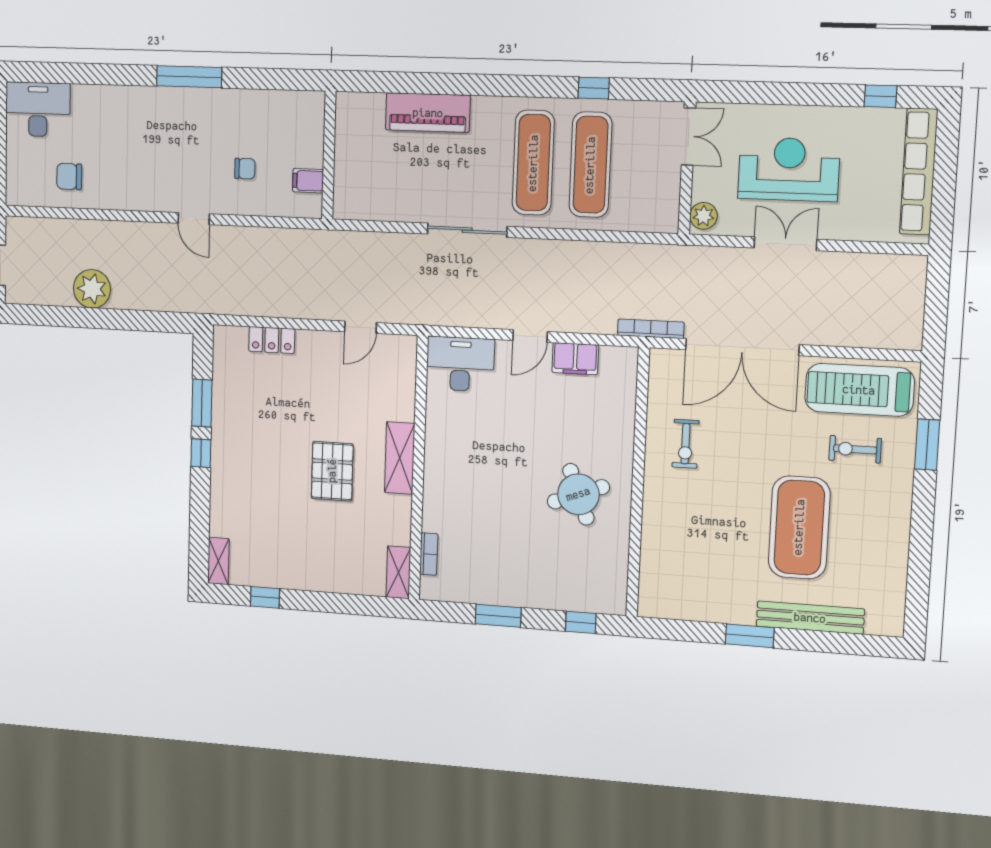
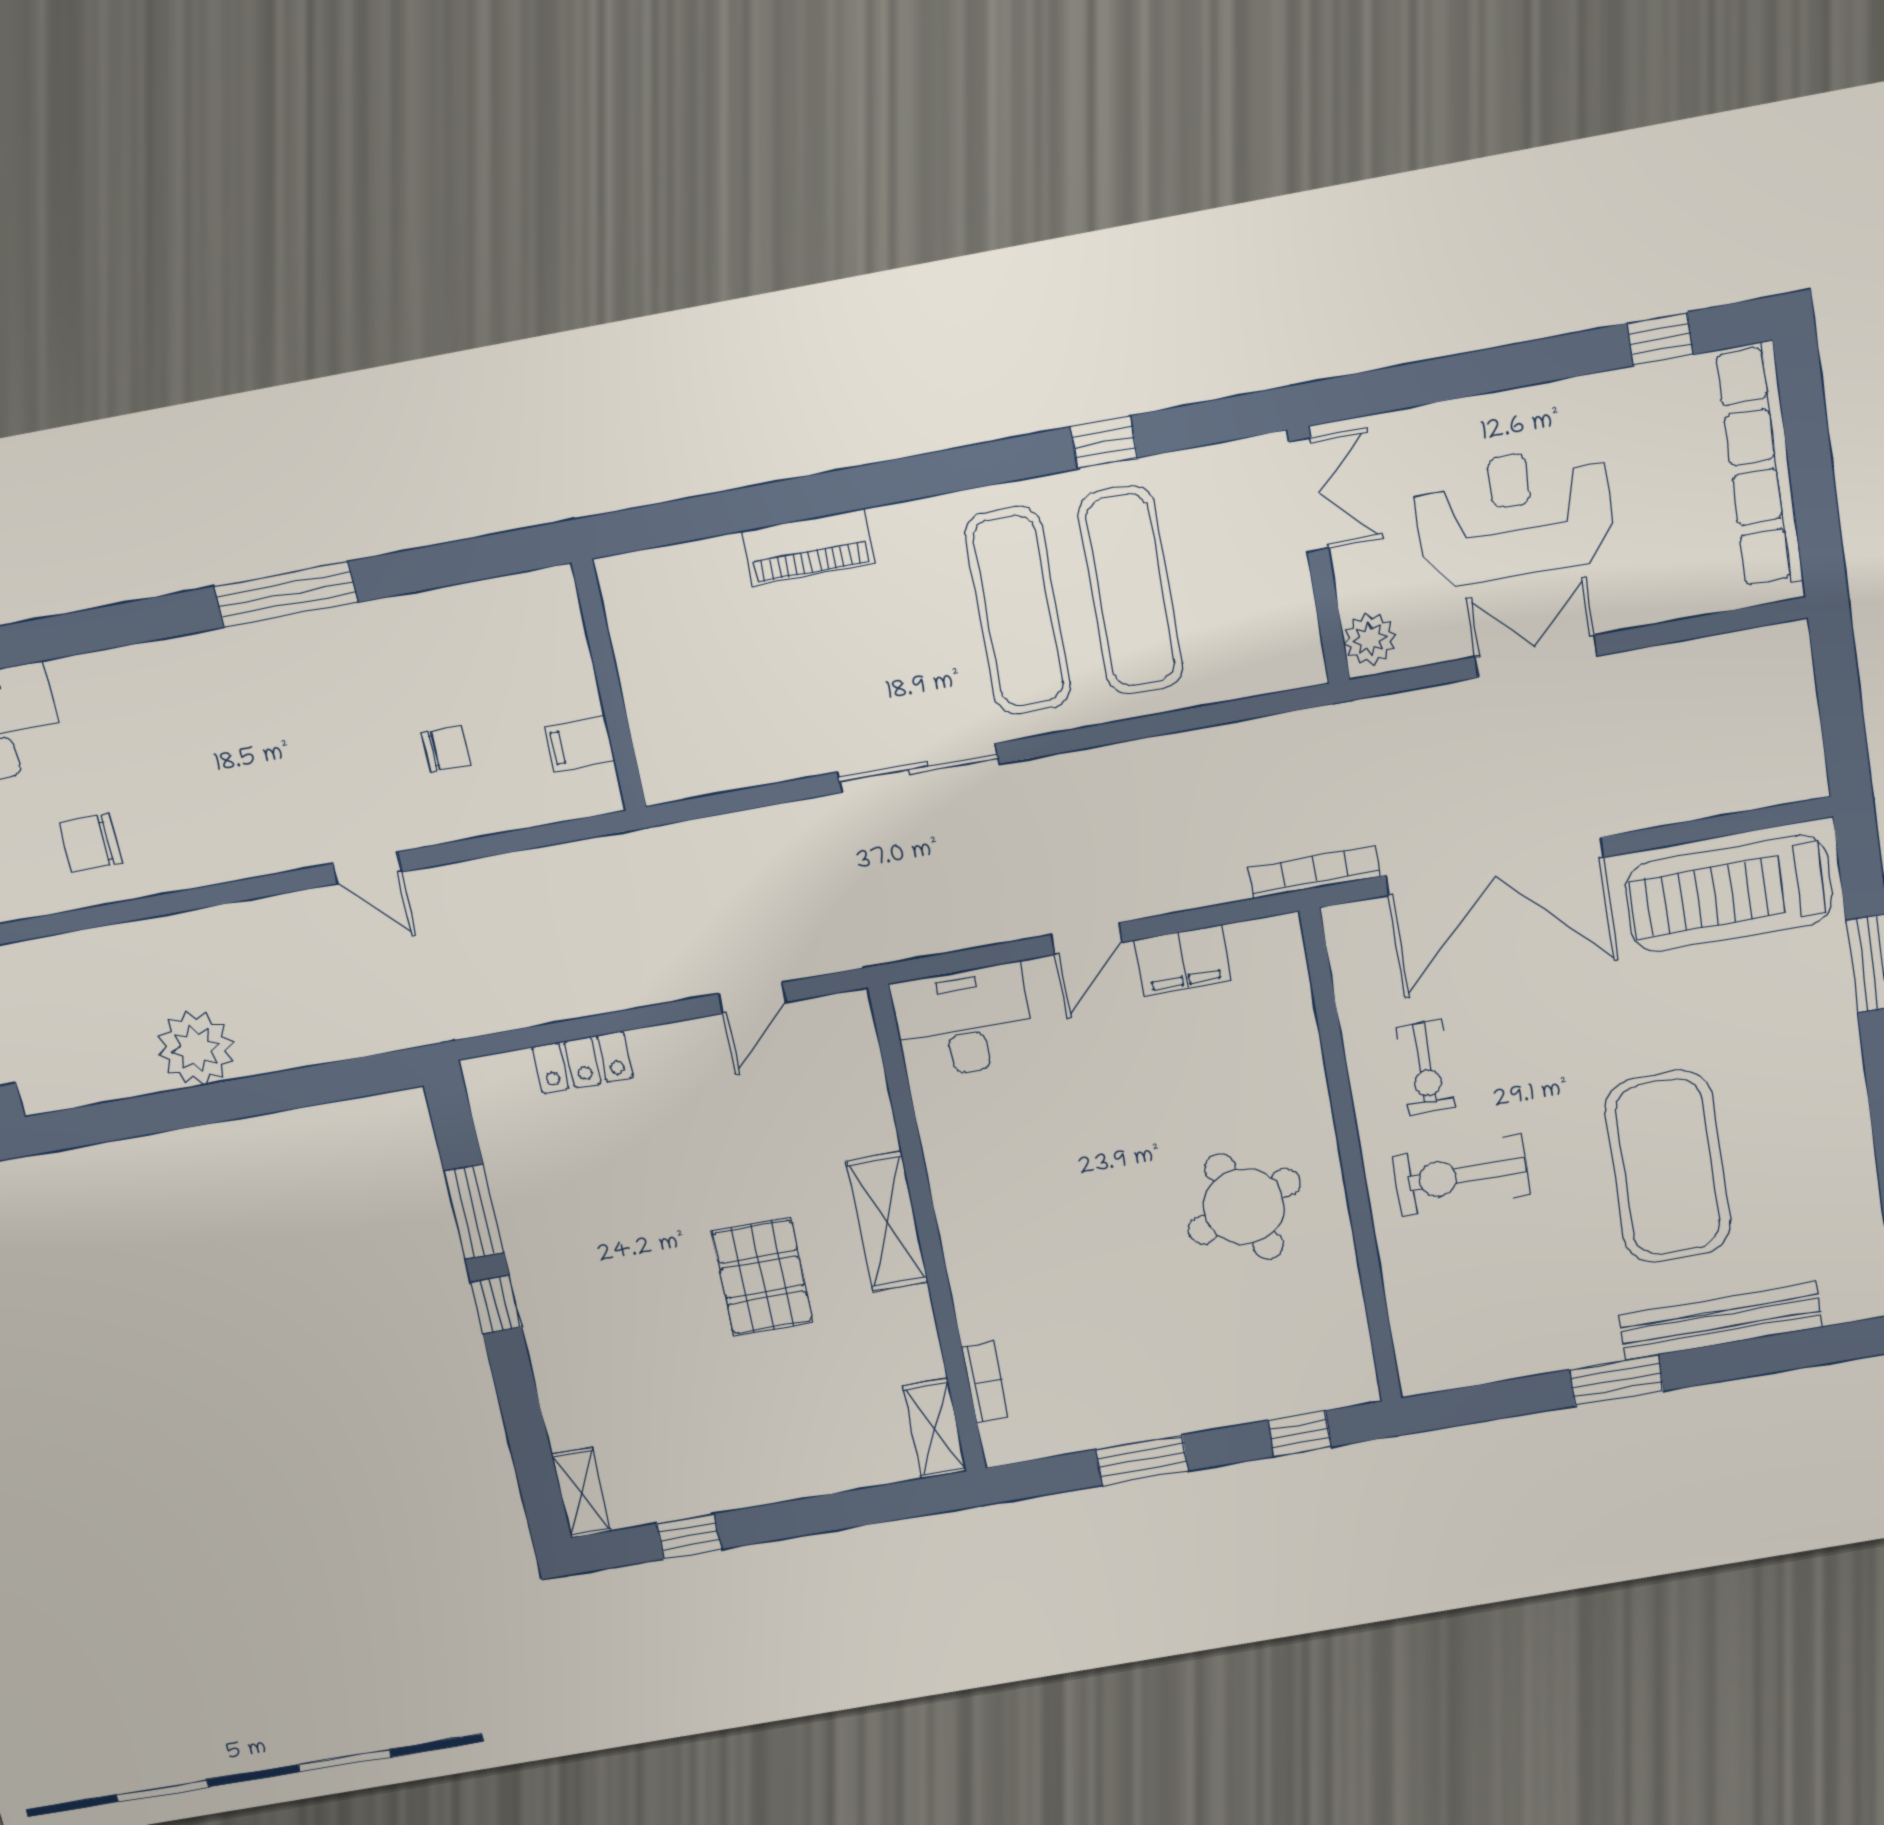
piano: (428, 113) -> (808, 547), width x0.73, depth x0.75
exercise bike: (855, 449) -> (1461, 1175), moved, width x1.38, depth x1.39

